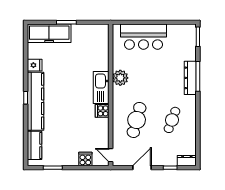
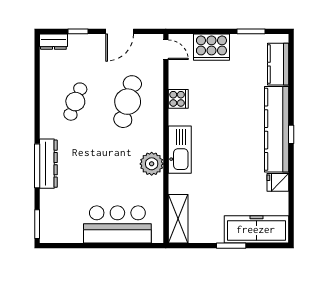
shelving: (102, 40) -> (178, 219), added
cooker: (102, 111) -> (178, 99), moved
cooker: (85, 159) -> (211, 47), width x1.87, depth x1.31

